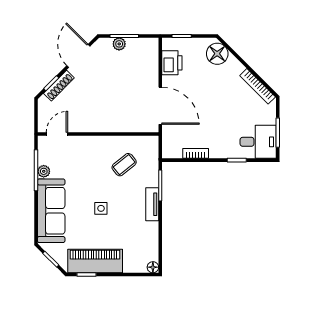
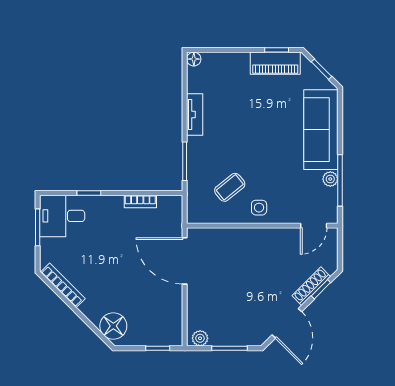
plant: (119, 44) -> (200, 338), moved
printer: (172, 63) -> (170, 315), removed
tv unit: (152, 204) -> (195, 115), moved
side table: (101, 208) -> (259, 208), moved
piano: (95, 261) -> (275, 63), width x0.73, depth x0.75

